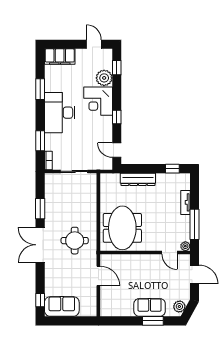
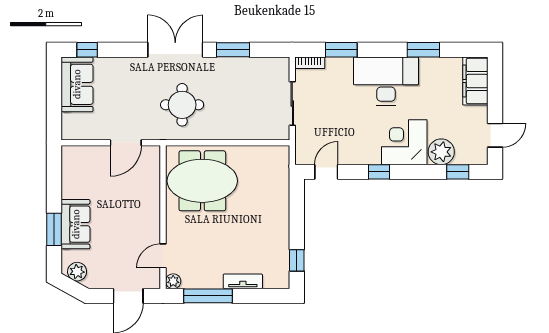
dresser: (138, 179) -> (280, 206), removed

